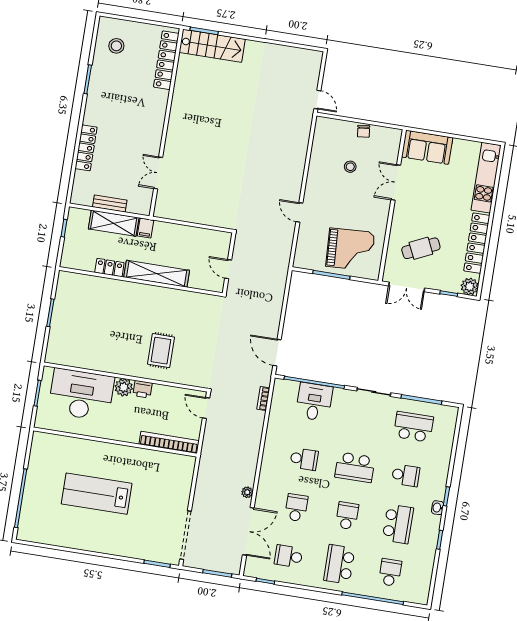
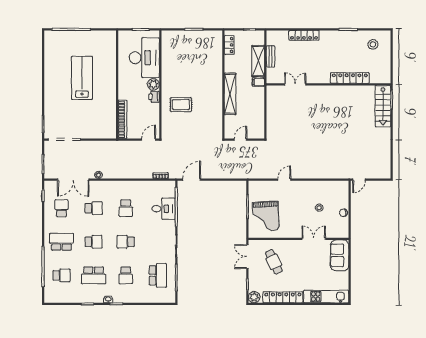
locker: (166, 60) -> (350, 78), moved
locker: (109, 268) -> (229, 45), moved
school desk: (355, 467) -> (126, 242), width x0.54

